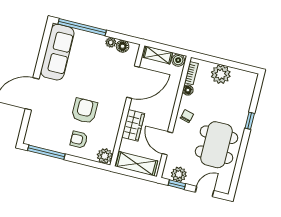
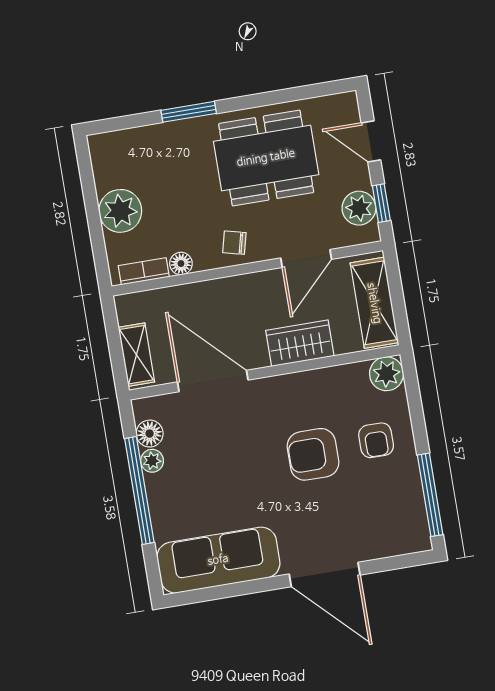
window: (82, 27) -> (139, 491), moved
boiler: (178, 60) -> (129, 309), removed
window: (250, 121) -> (189, 112), width x1.50

